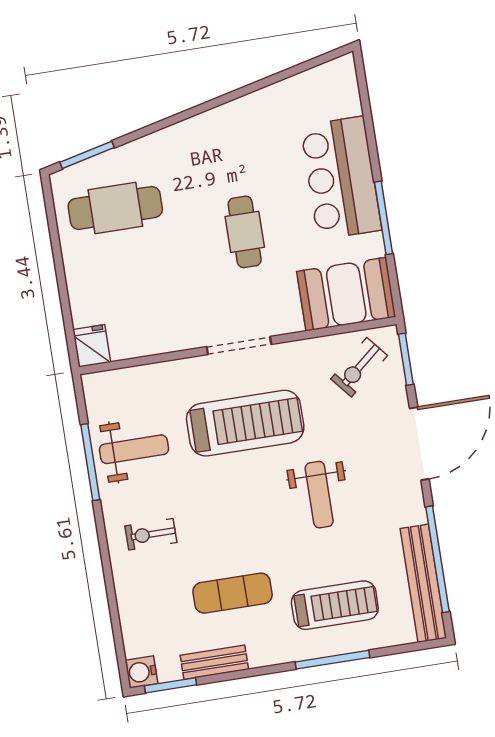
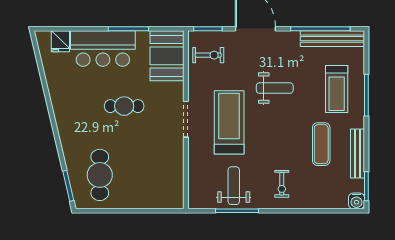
fridge: (92, 346) -> (60, 41), moved, turned -90
exercise bike: (359, 367) -> (208, 55), turned -50
treadmill: (335, 605) -> (337, 89), turned 180
bench: (214, 662) -> (357, 154), width x1.36

